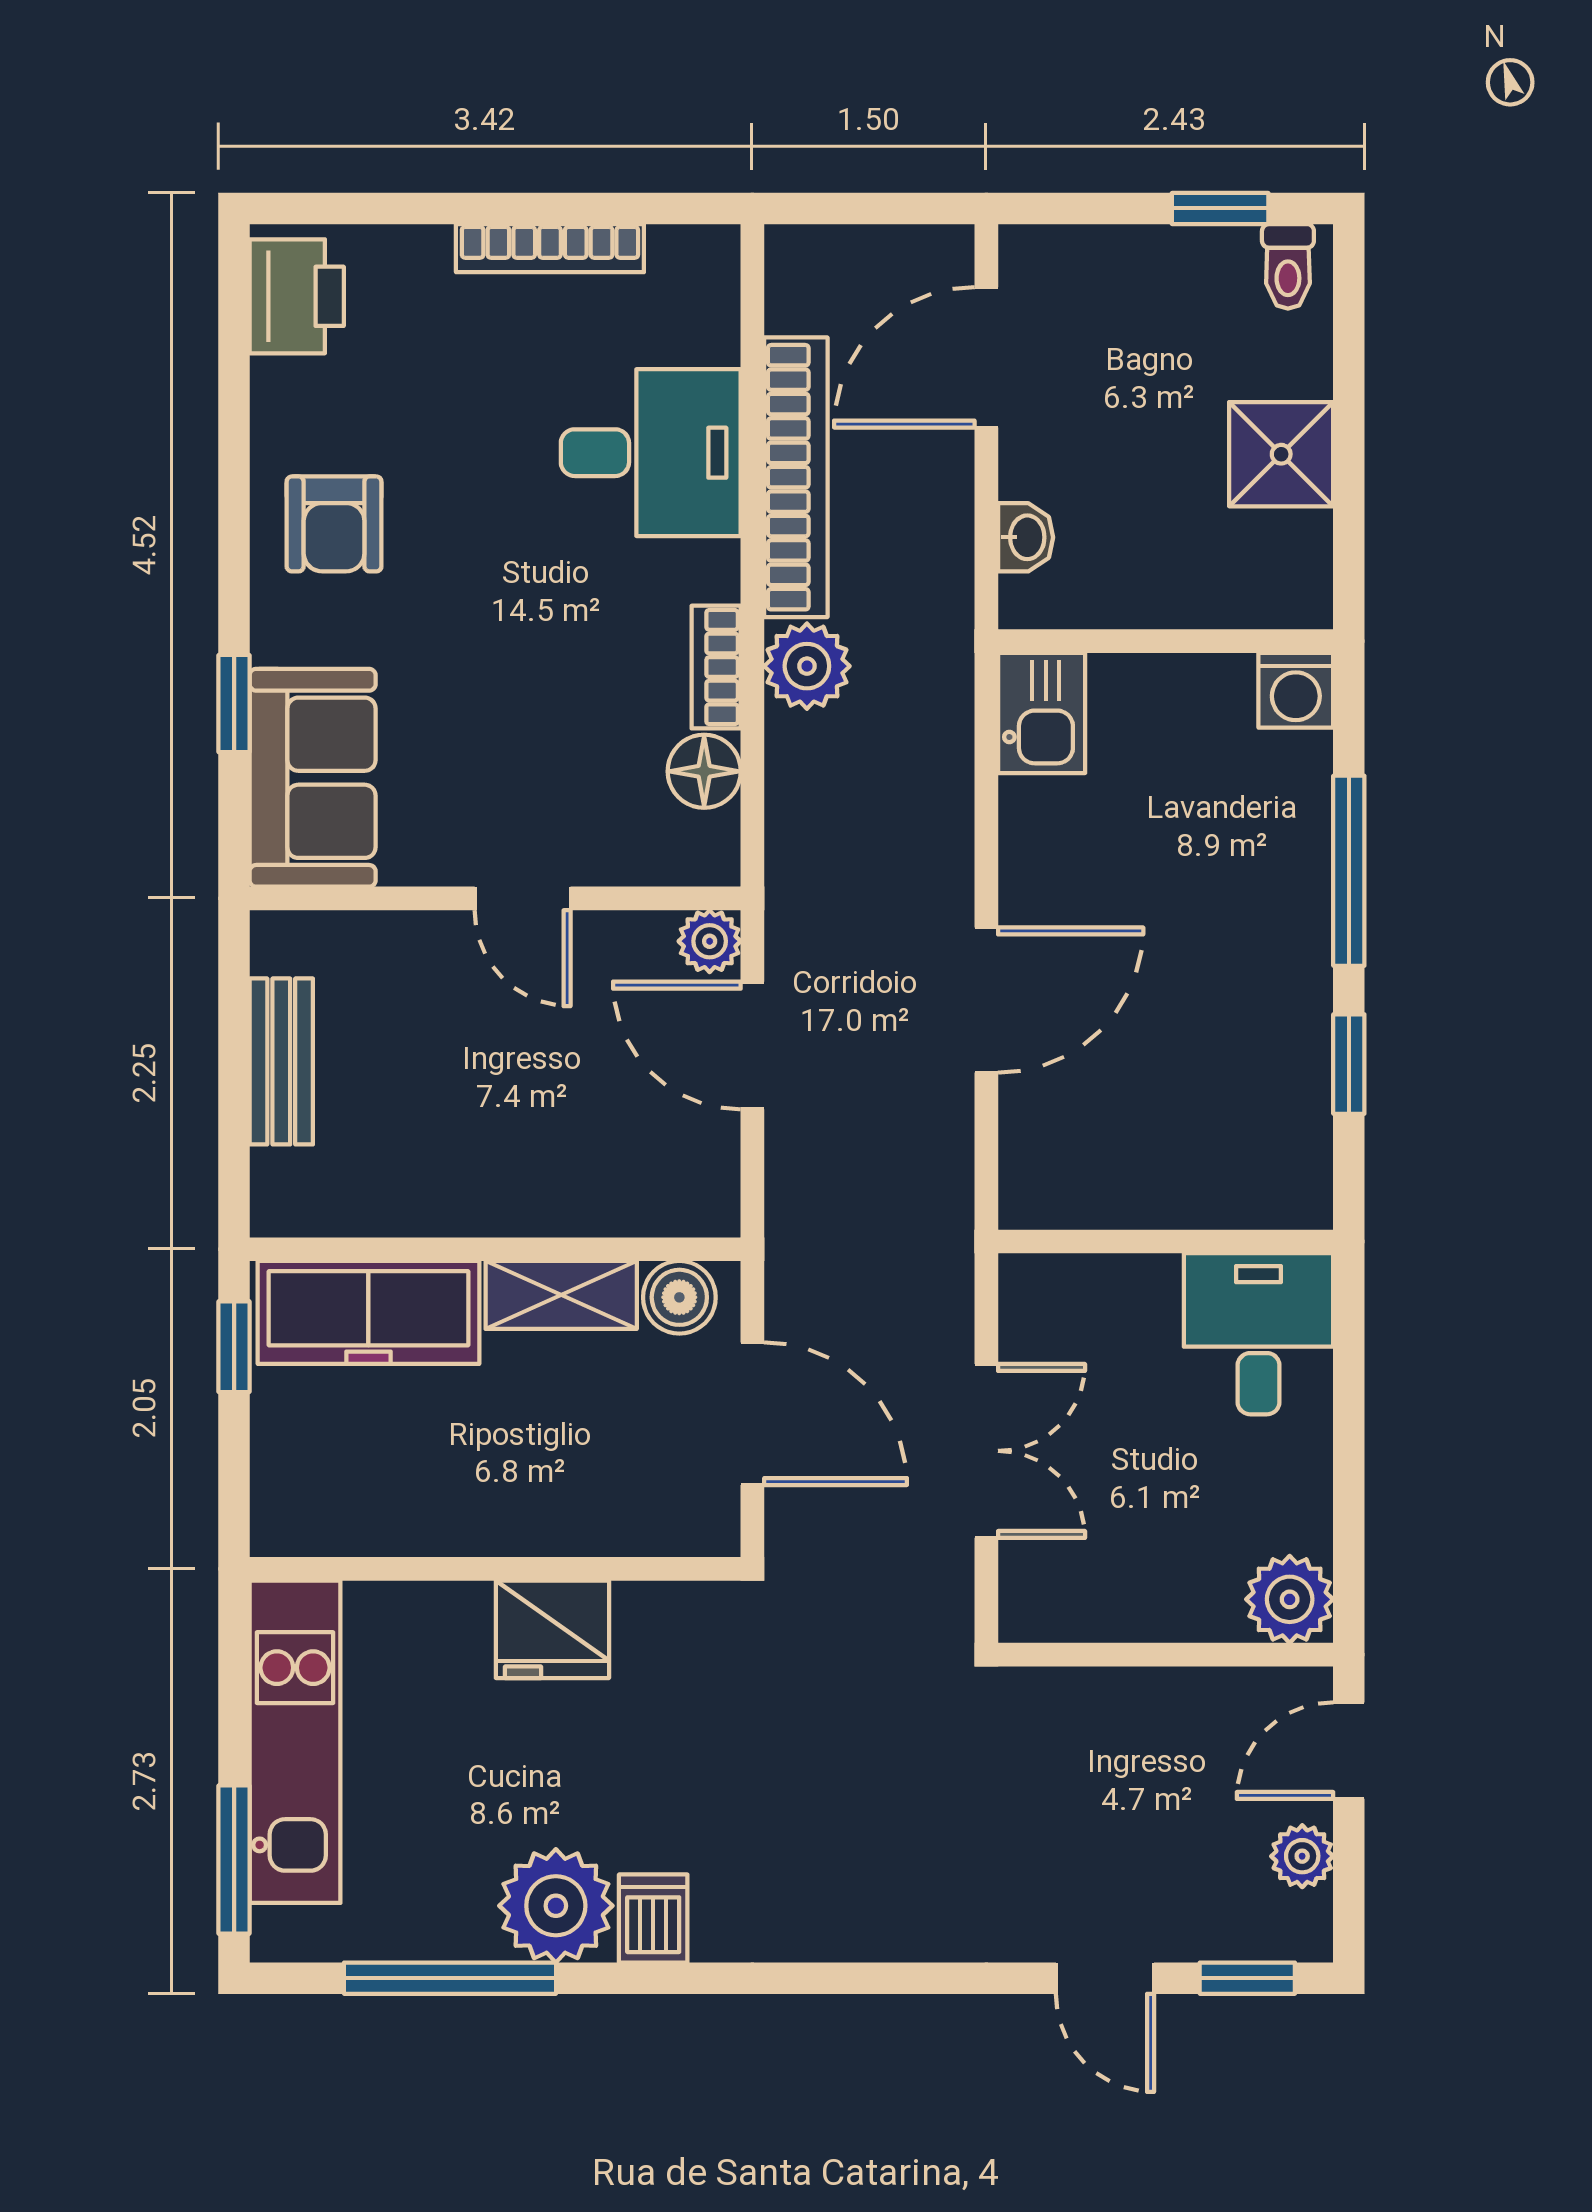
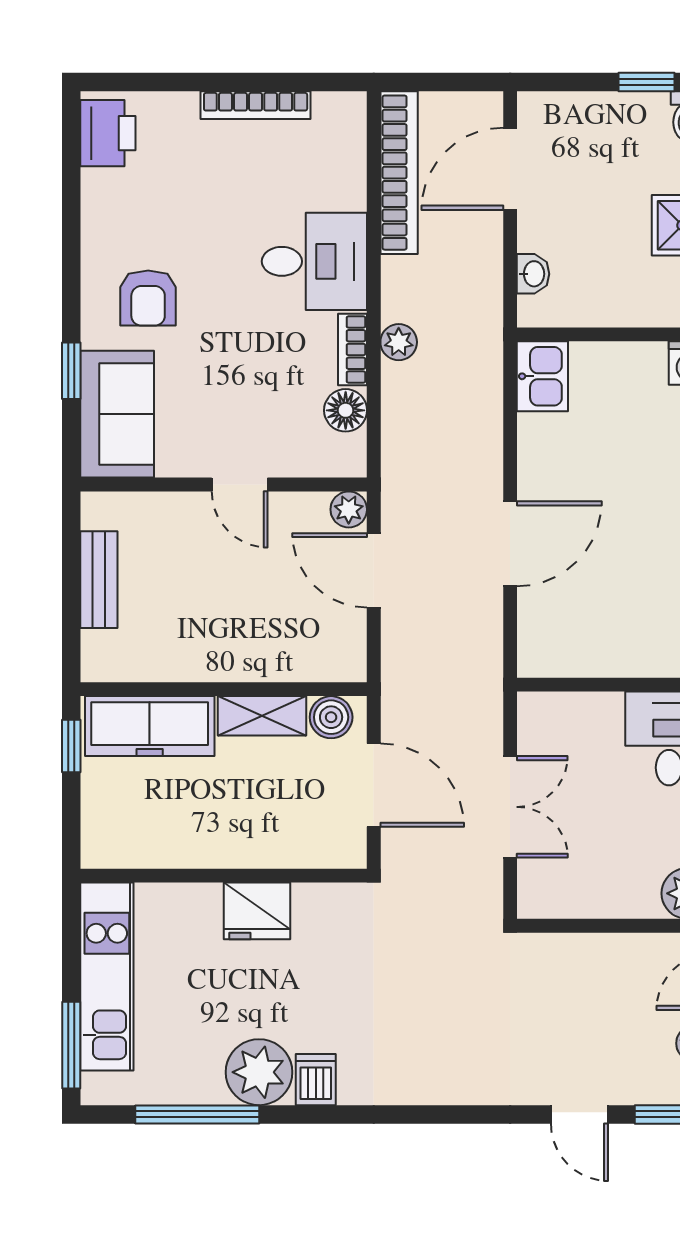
desk: (651, 453) -> (314, 261), moved
bookcase: (796, 477) -> (399, 173), moved
armchair: (334, 524) -> (148, 298), moved
plant: (807, 666) -> (399, 342), width x0.73, depth x0.73

